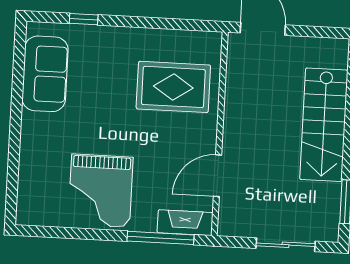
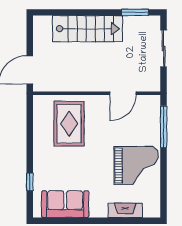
door: (217, 176) -> (123, 93), hinge flipped
fireplace: (185, 223) -> (125, 210), moved, turned 90

